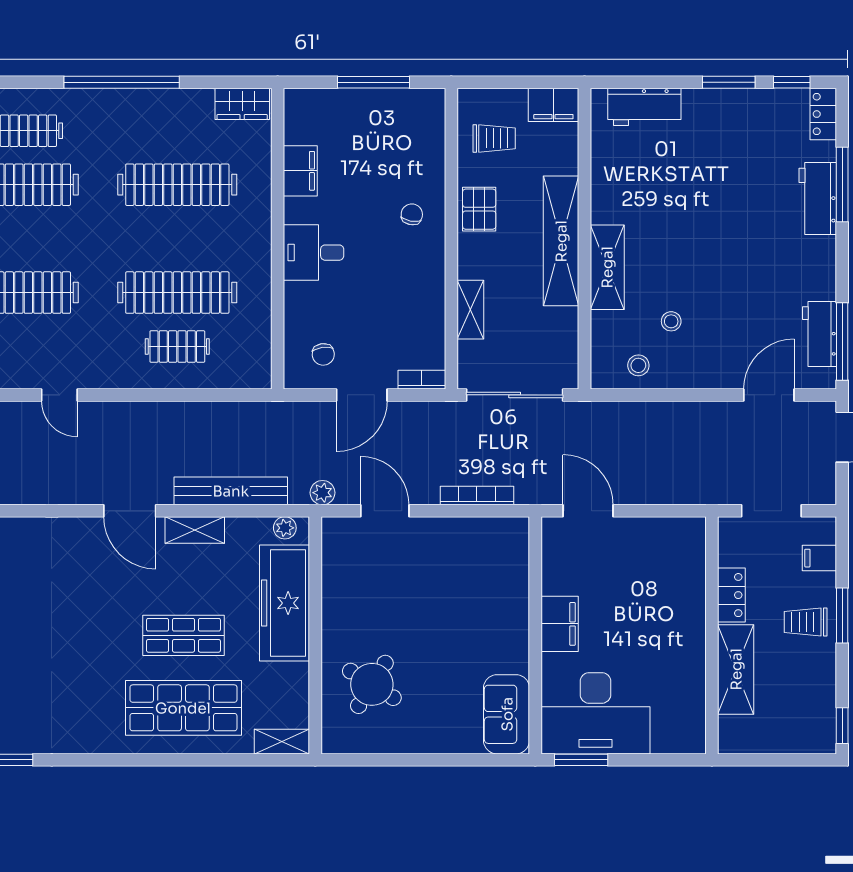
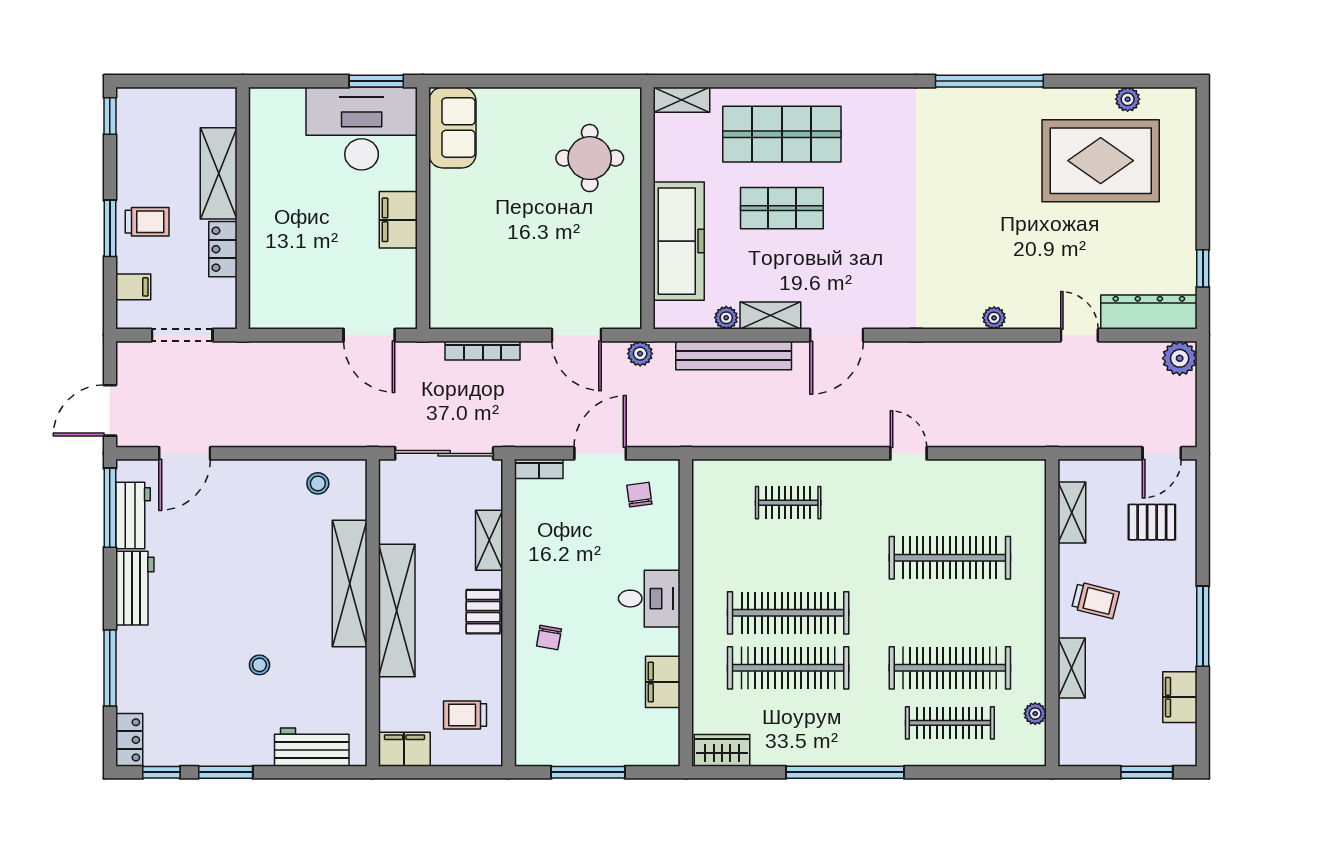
workbench: (818, 198) -> (135, 588), moved
pallet: (479, 209) -> (483, 612), moved
shelving: (607, 267) -> (350, 584), width x1.47
clothes rail: (177, 293) -> (788, 613), moved
stool: (671, 321) -> (259, 665), moved
door: (130, 511) -> (837, 335), swing flipped
plant: (285, 528) -> (726, 318), moved
round table: (372, 684) -> (590, 158), turned -32

